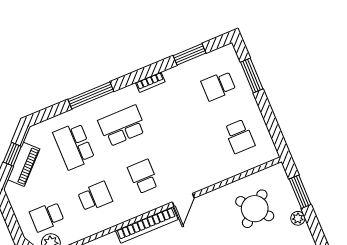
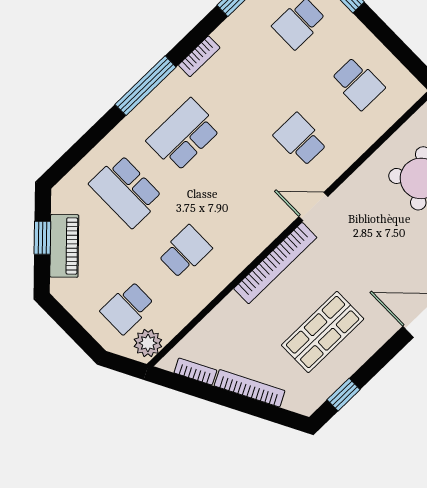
window: (91, 95) -> (146, 86), moved
school desk: (143, 177) -> (300, 139), moved
door: (183, 200) -> (313, 206), swing flipped

